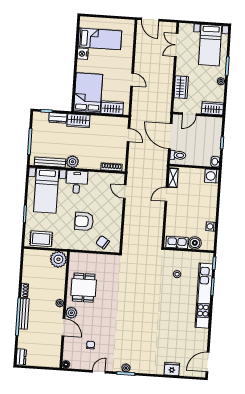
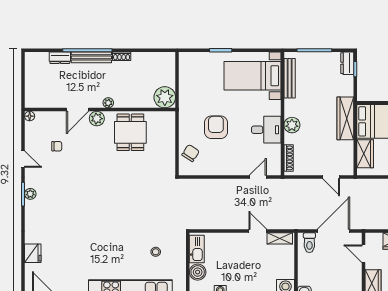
dresser: (58, 118) -> (347, 63), moved
wardrobe: (78, 121) -> (345, 118), width x1.50
door: (128, 135) -> (331, 177), hinge flipped
plant: (72, 162) -> (292, 125), moved
desk: (77, 182) -> (266, 130), moved
rug: (41, 239) -> (190, 73), removed
dining table: (84, 288) -> (130, 132), turned 90
dresser: (21, 357) -> (60, 58), moved

